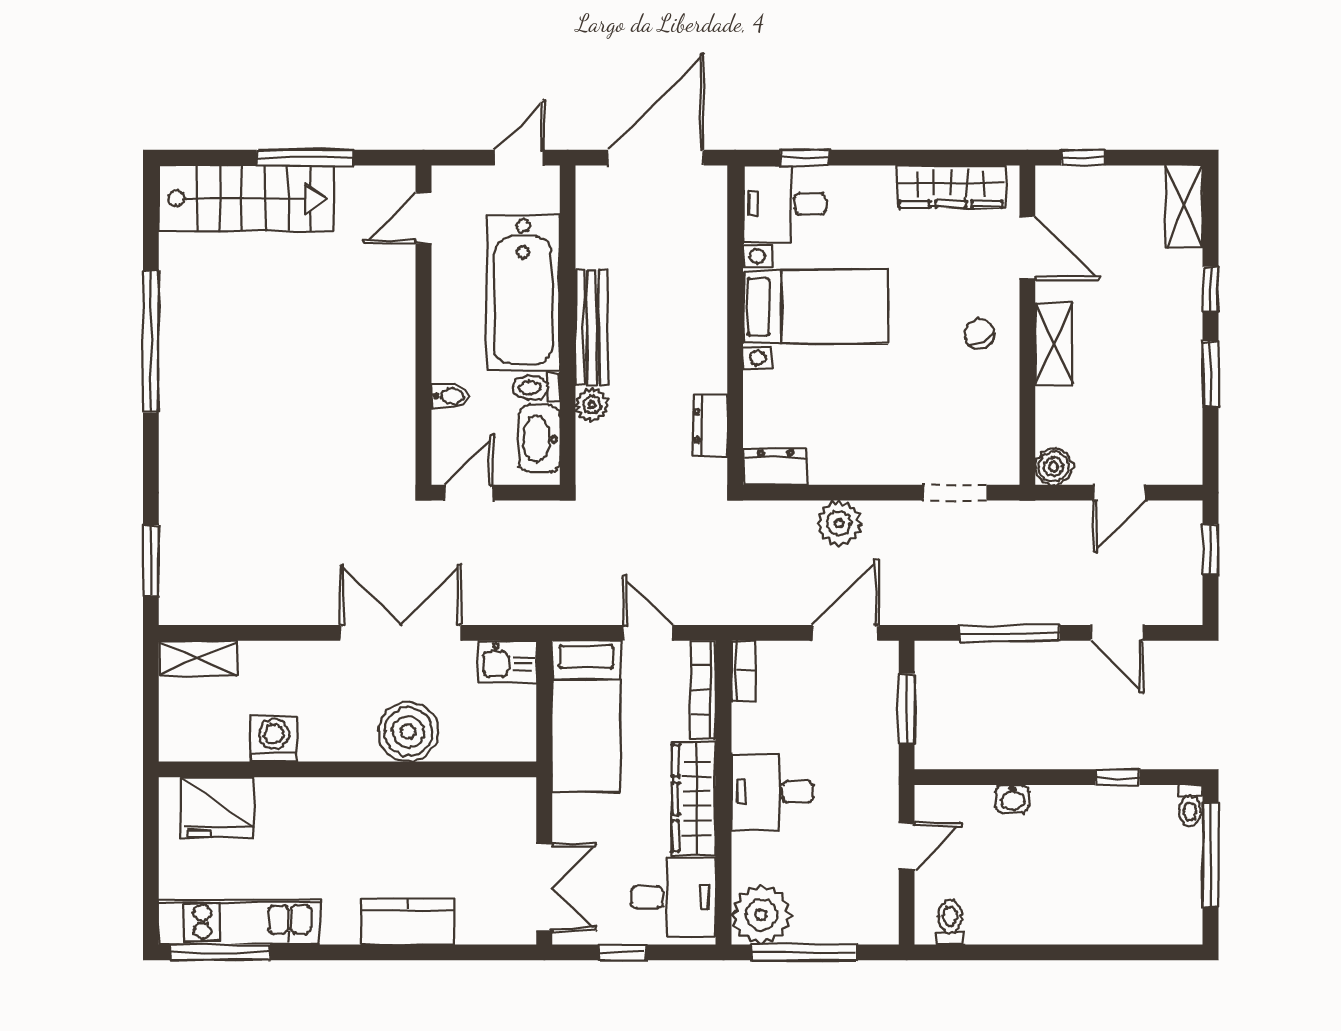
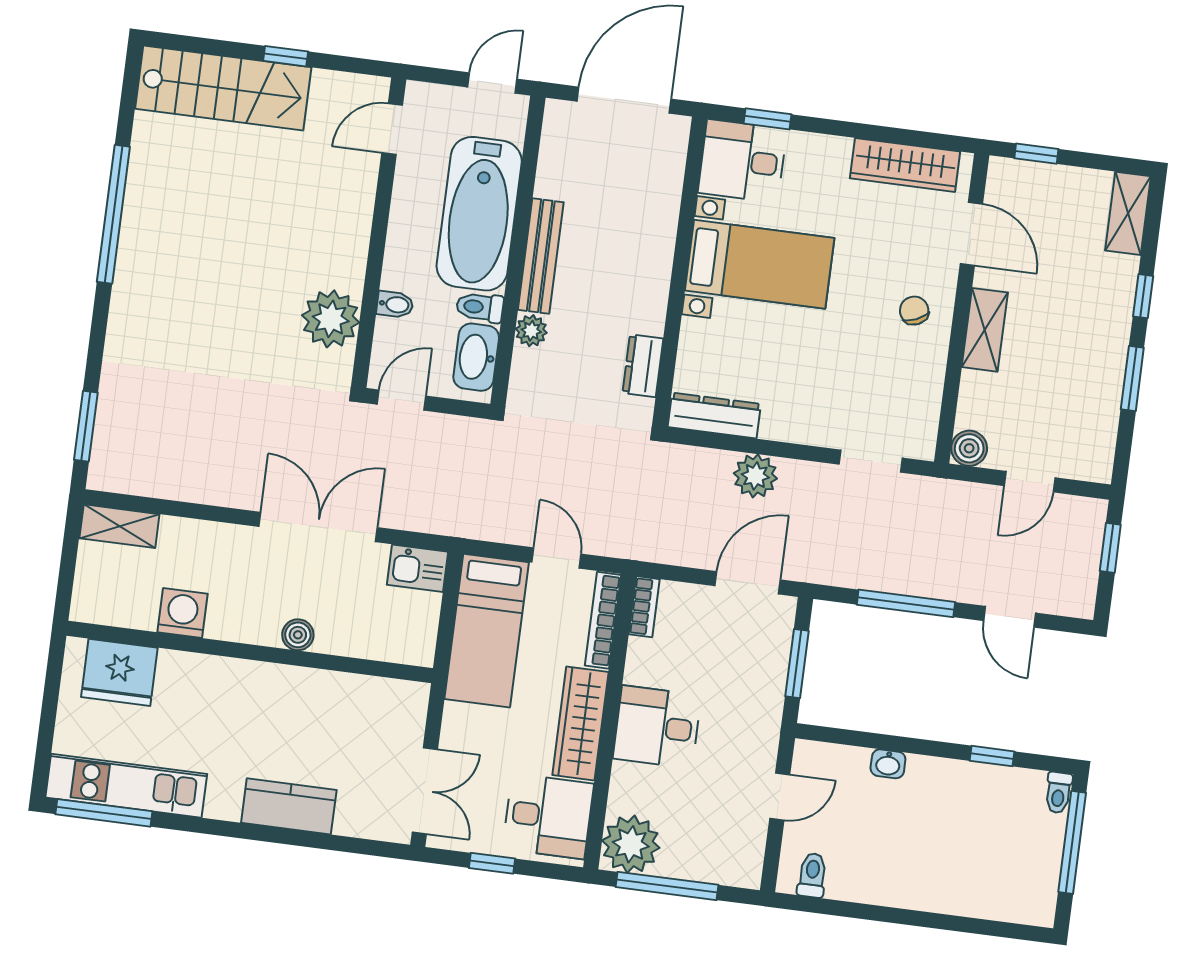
window: (305, 158) -> (286, 56), width x0.46
plant: (386, 419) -> (331, 319), added
dresser: (776, 467) -> (714, 415), width x1.44
boiler: (408, 732) -> (298, 635), width x0.54, depth x0.54

